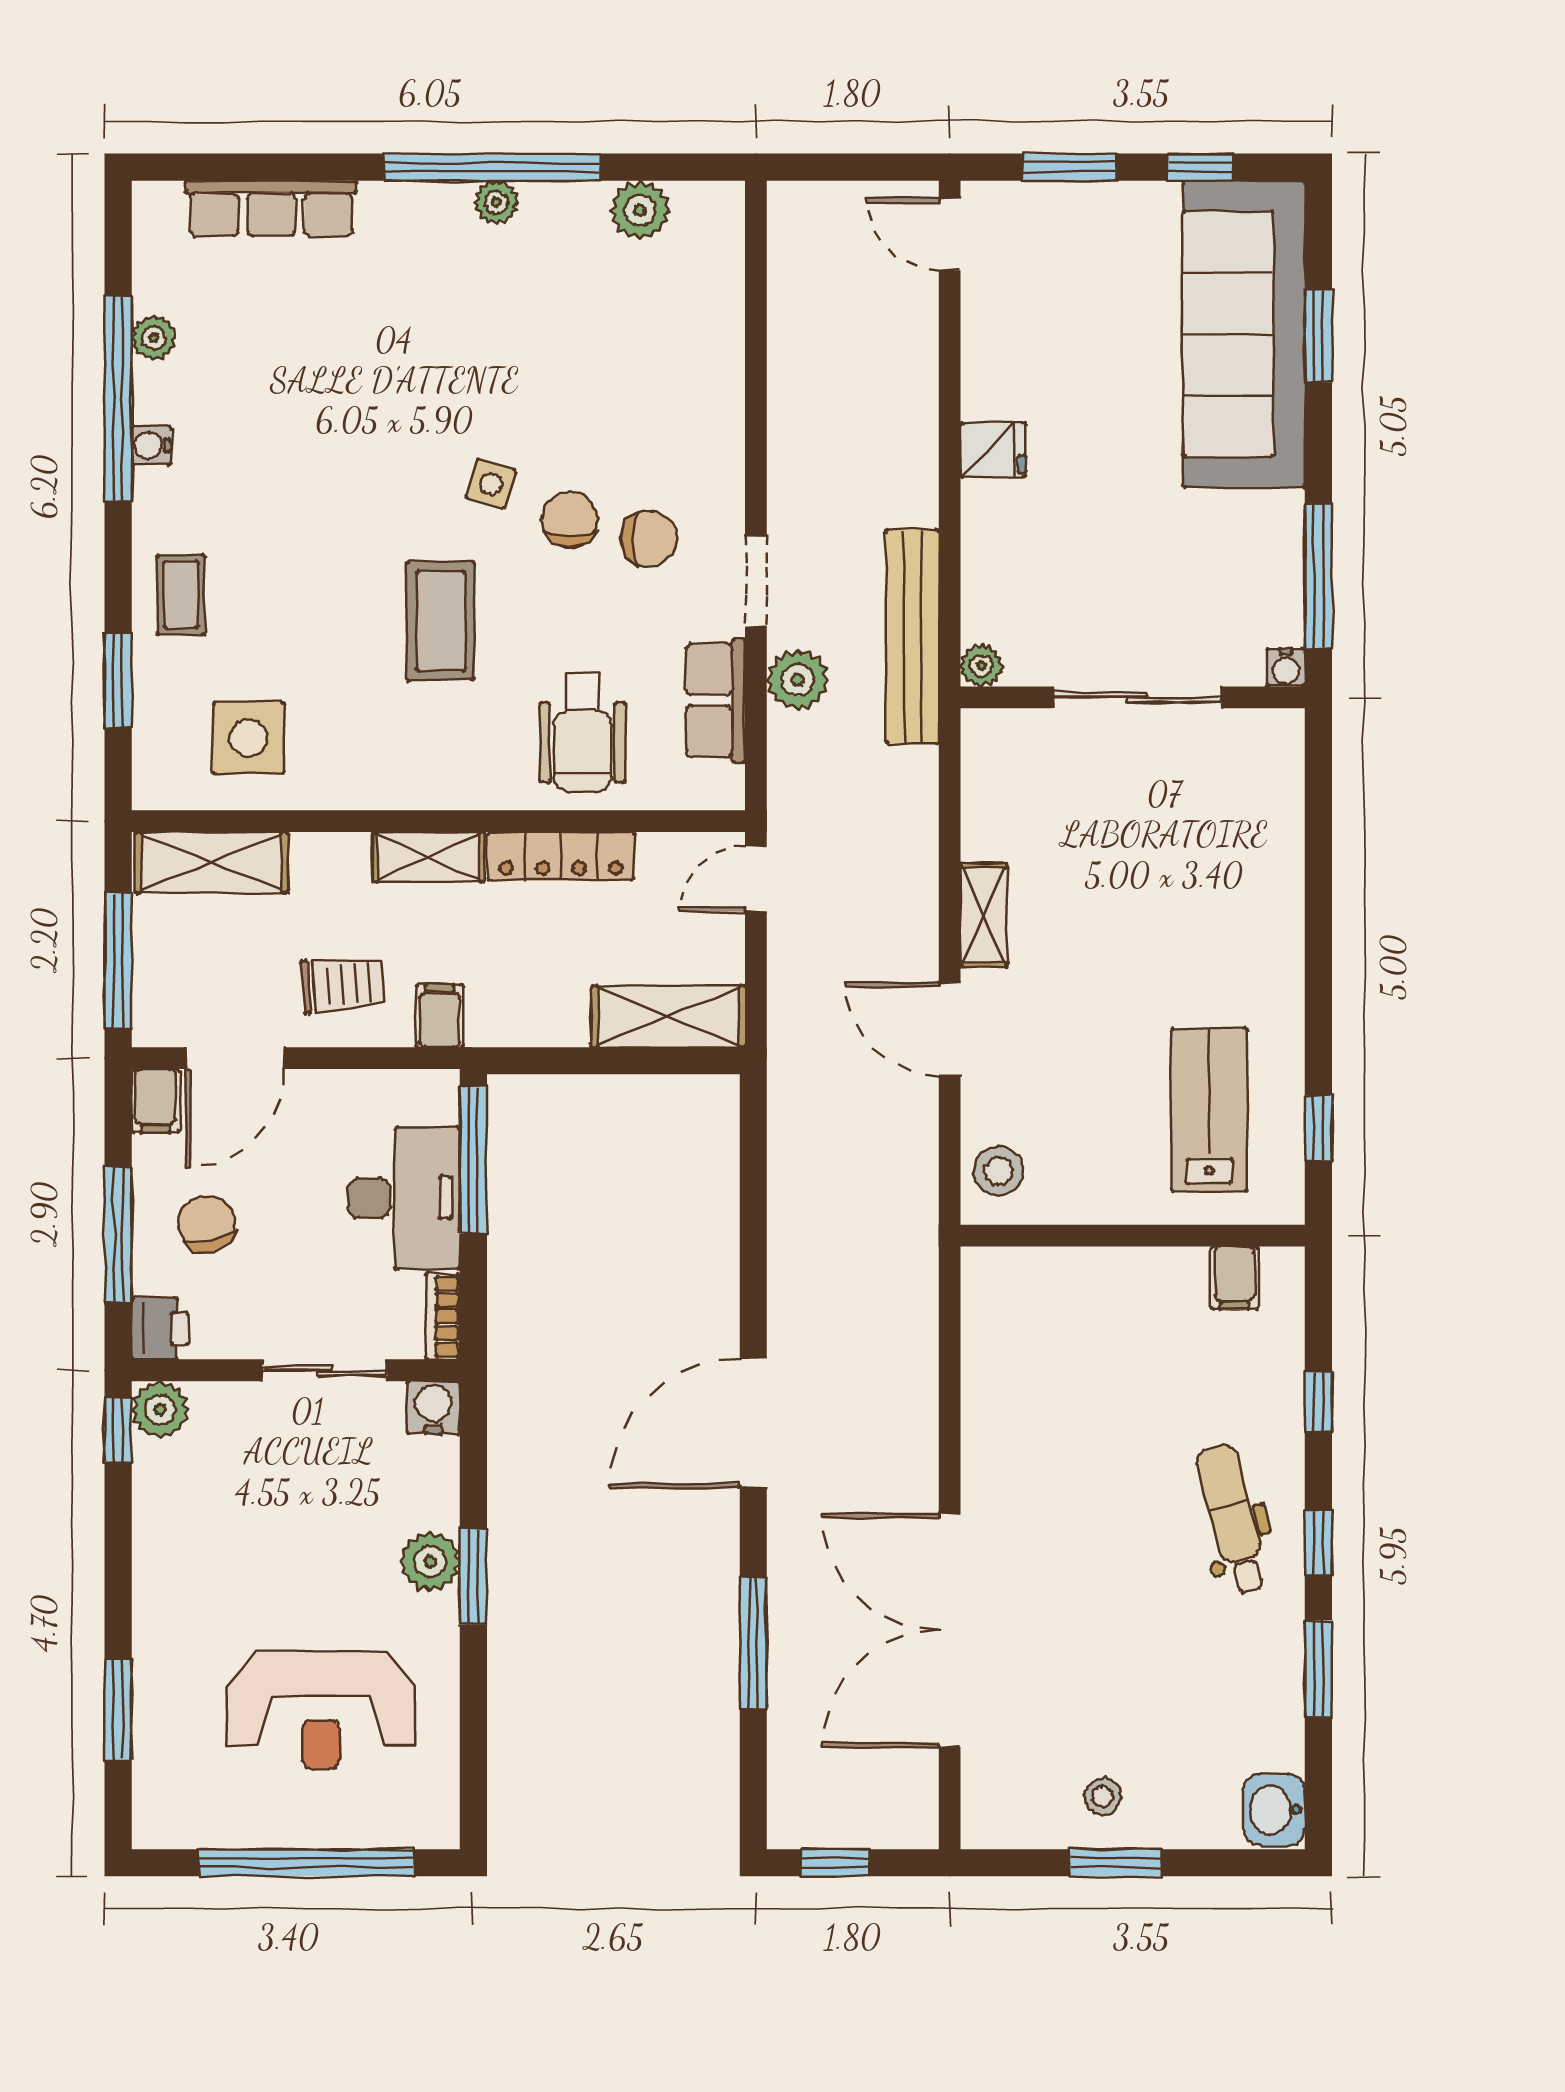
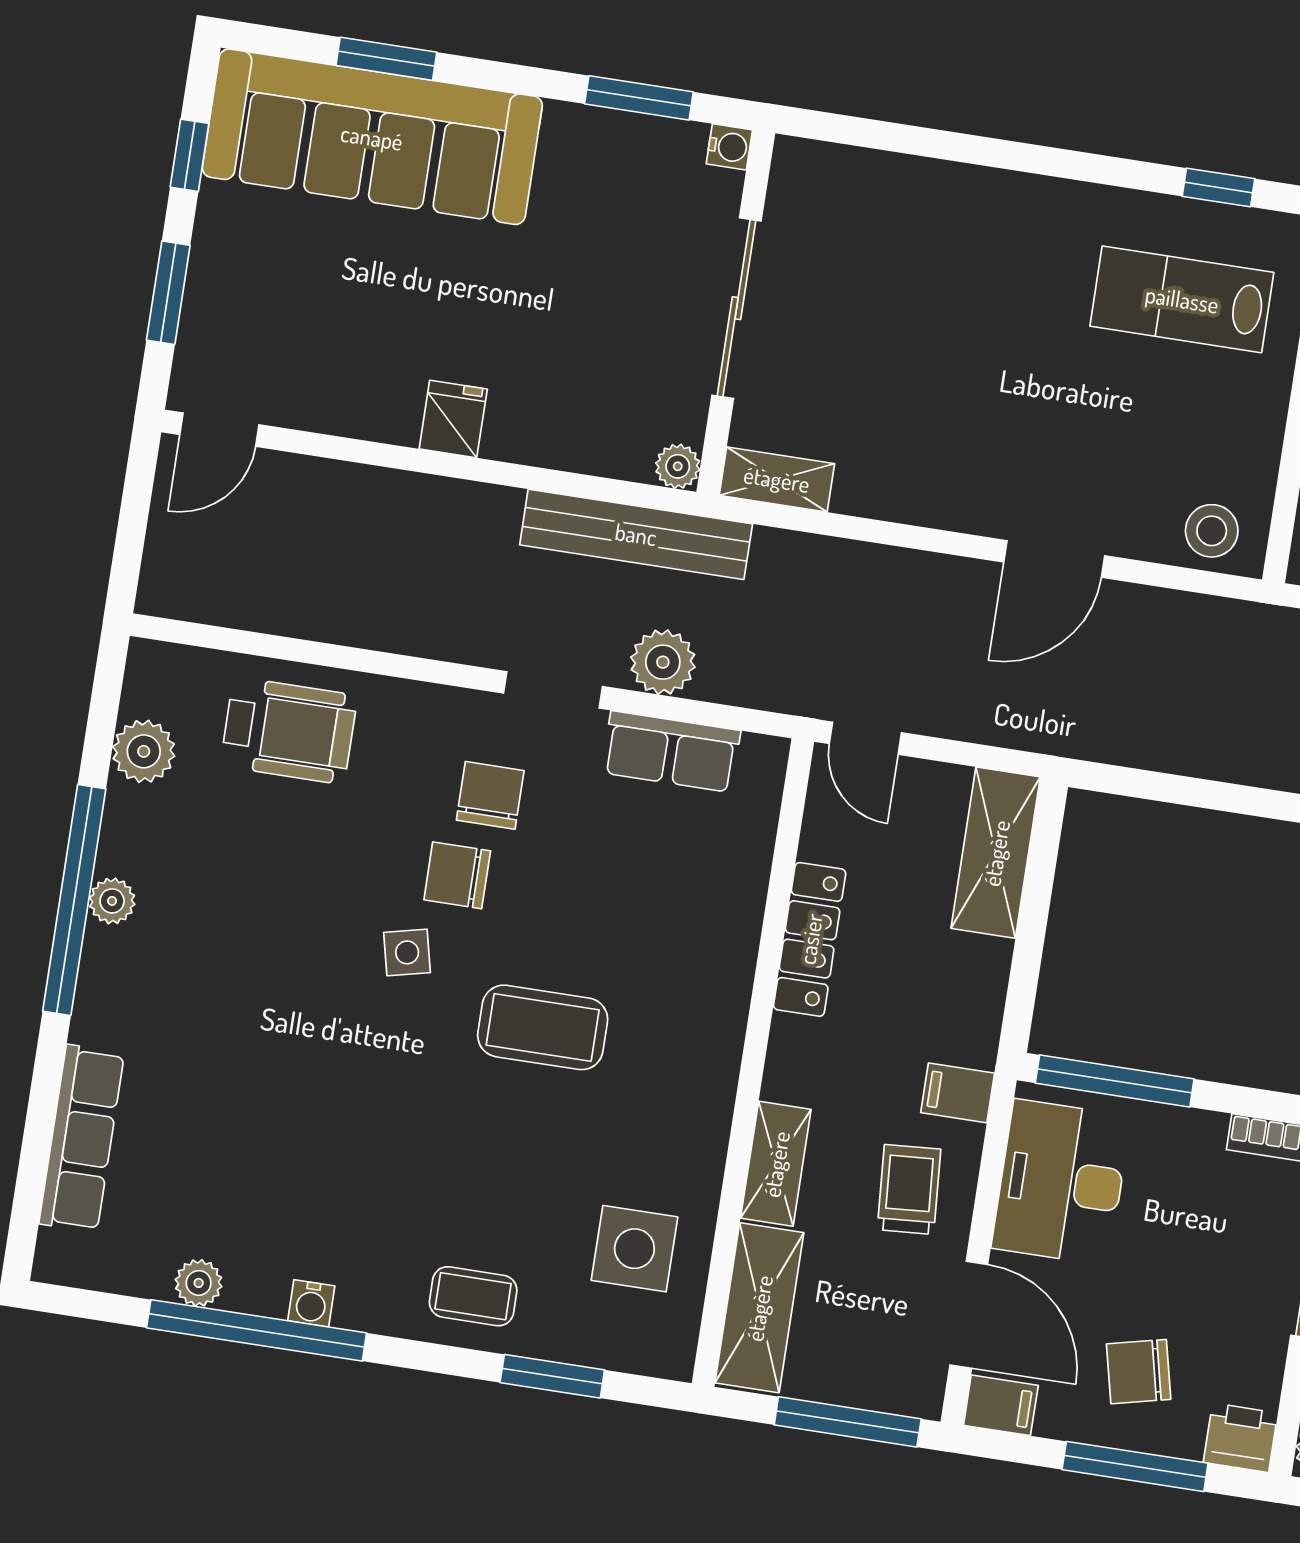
side table: (491, 484) -> (407, 952), turned -30
window: (1318, 576) -> (639, 98), width x0.69
wheelchair: (583, 733) -> (289, 731), moved
shelving: (428, 857) -> (776, 1164), moved
shelving: (984, 915) -> (777, 479), moved
desk: (404, 1198) -> (1061, 1182), moved, turned -90

